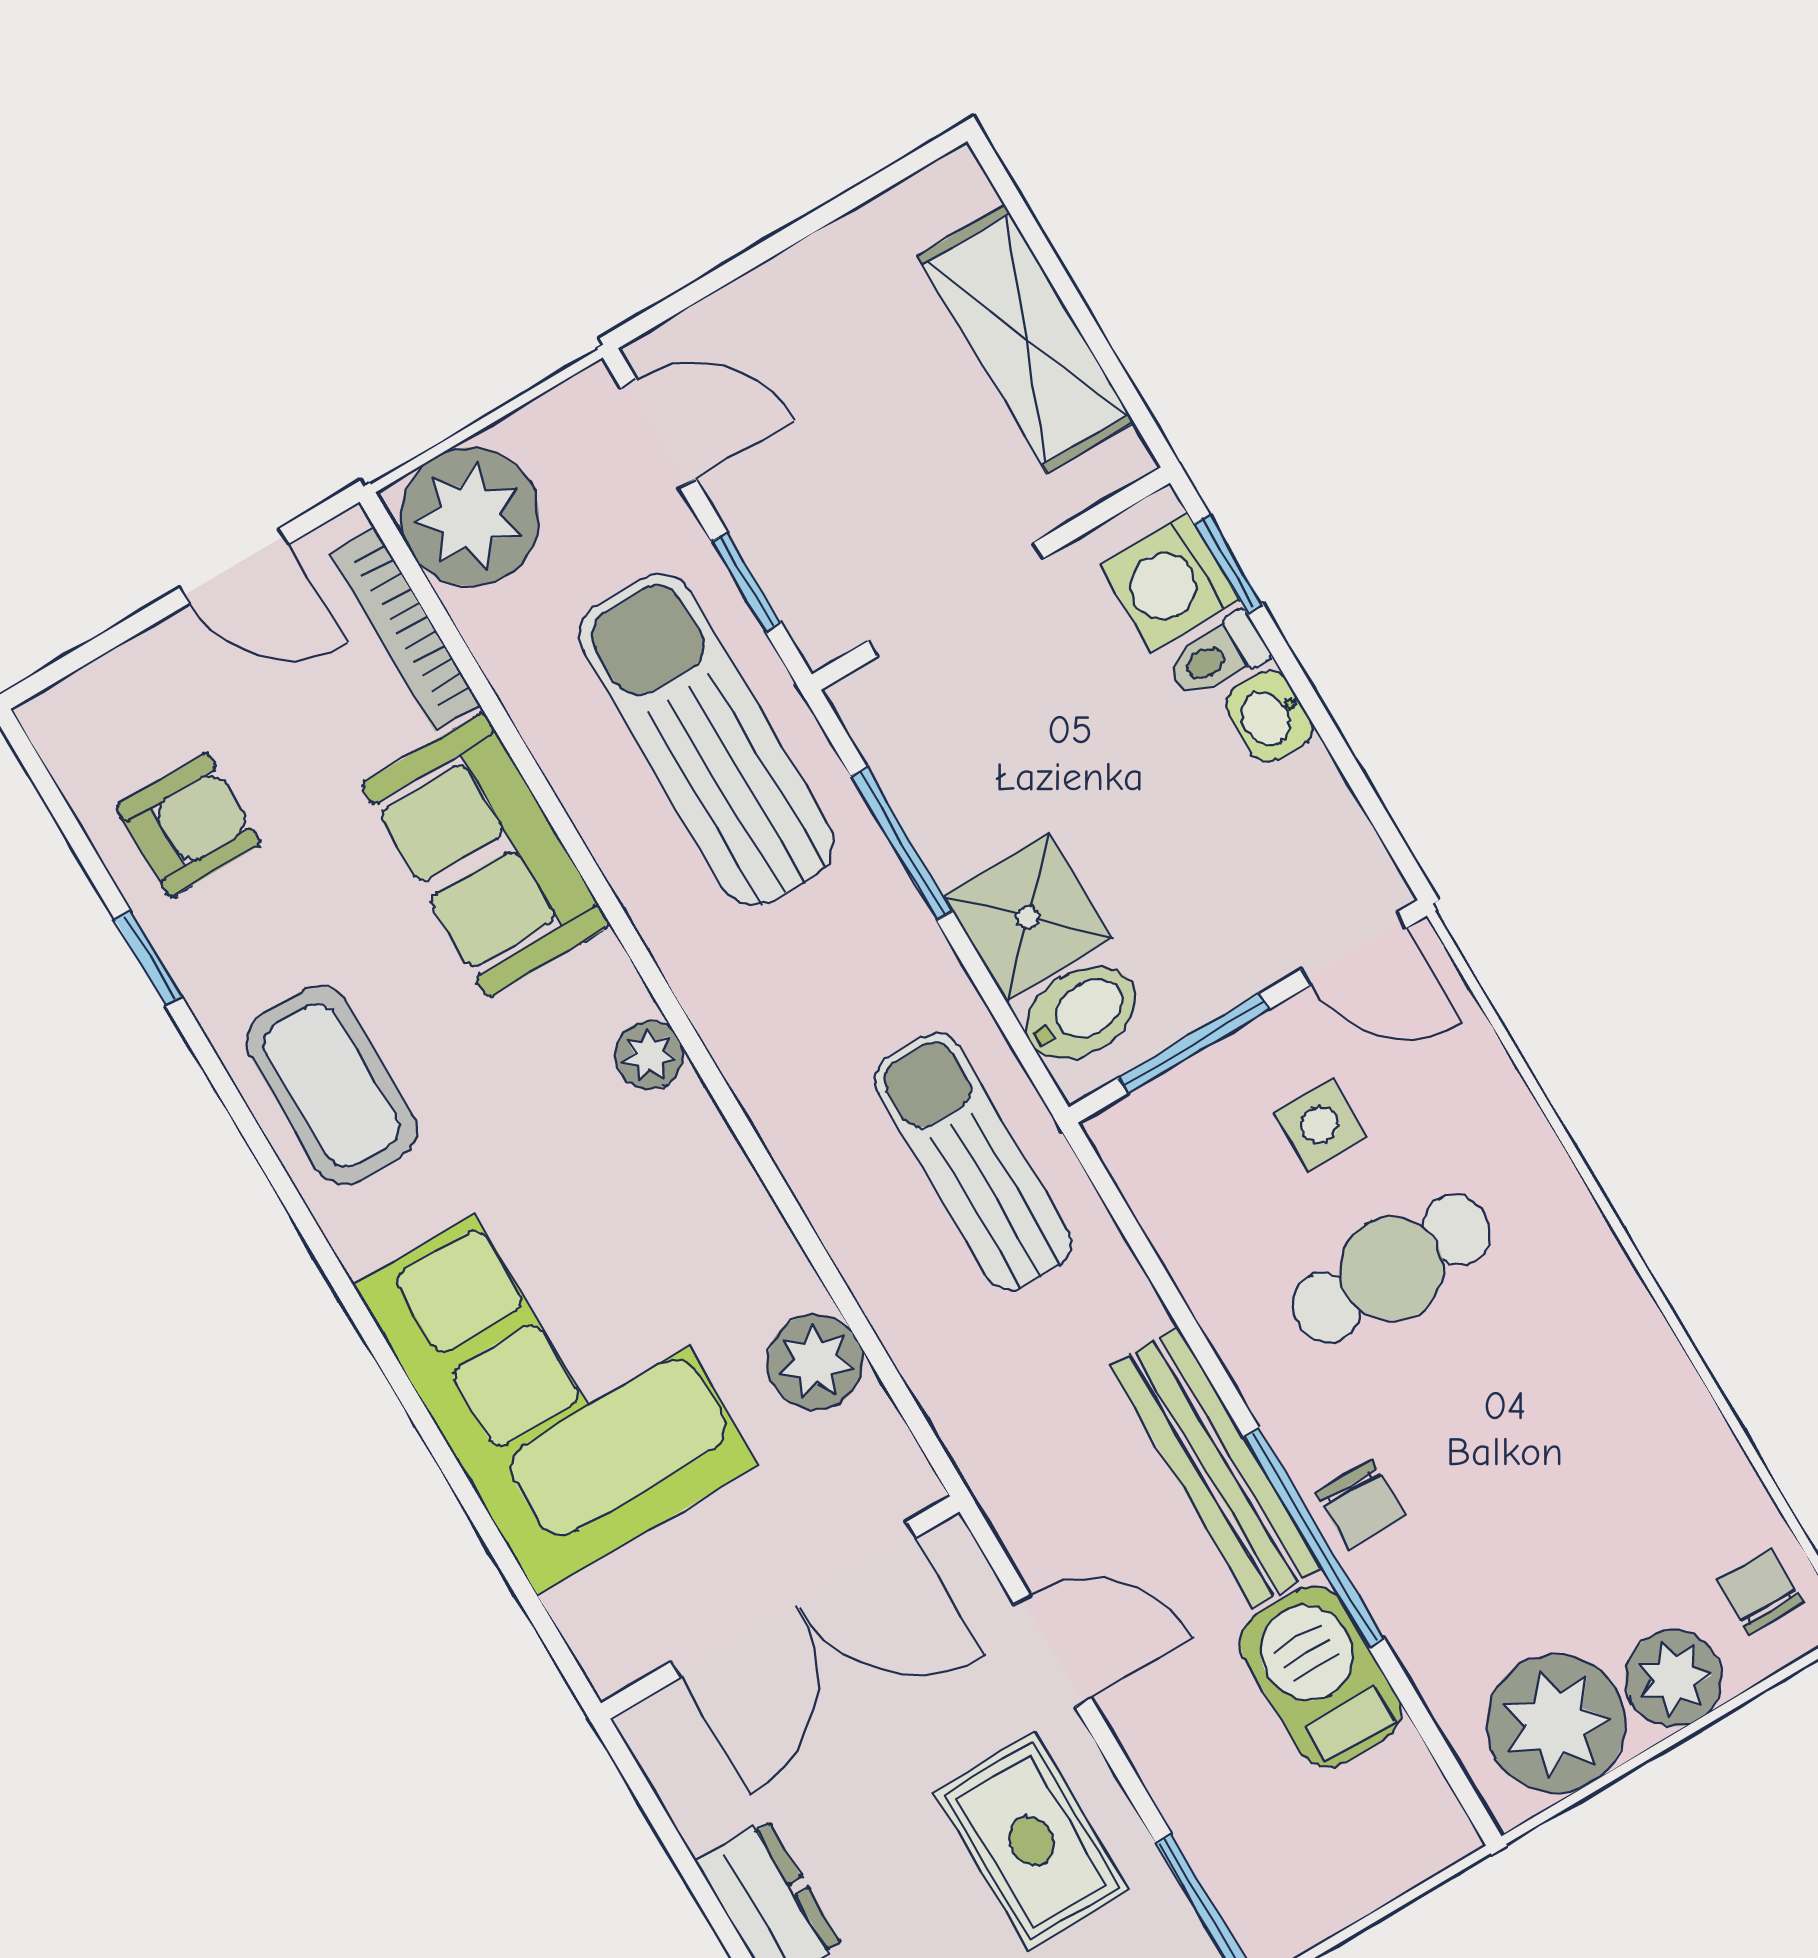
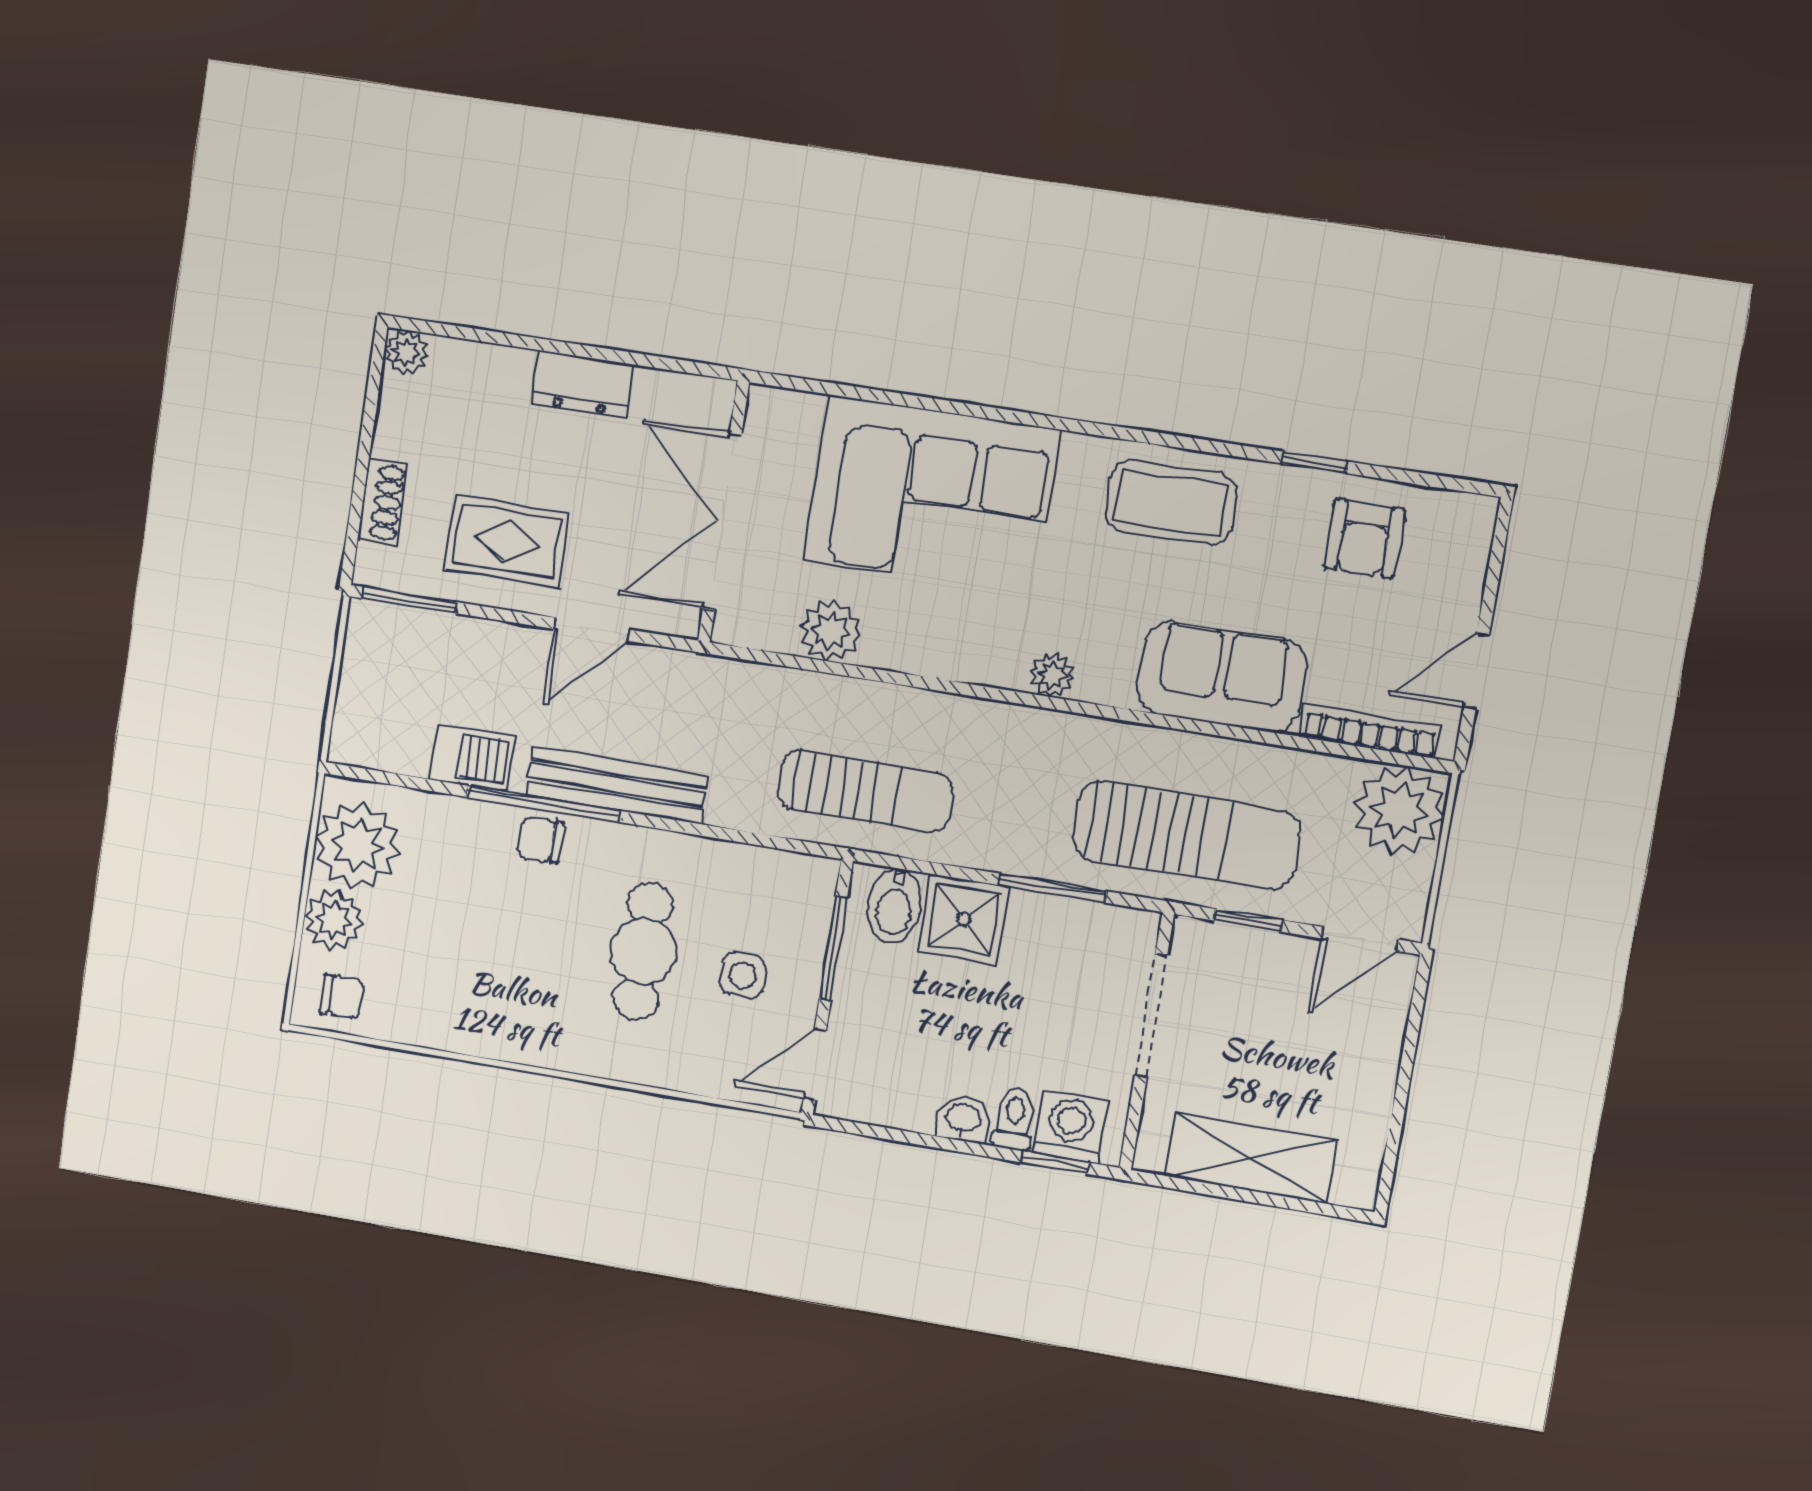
barbecue: (1321, 1677) -> (471, 758), width x0.73, depth x0.79

